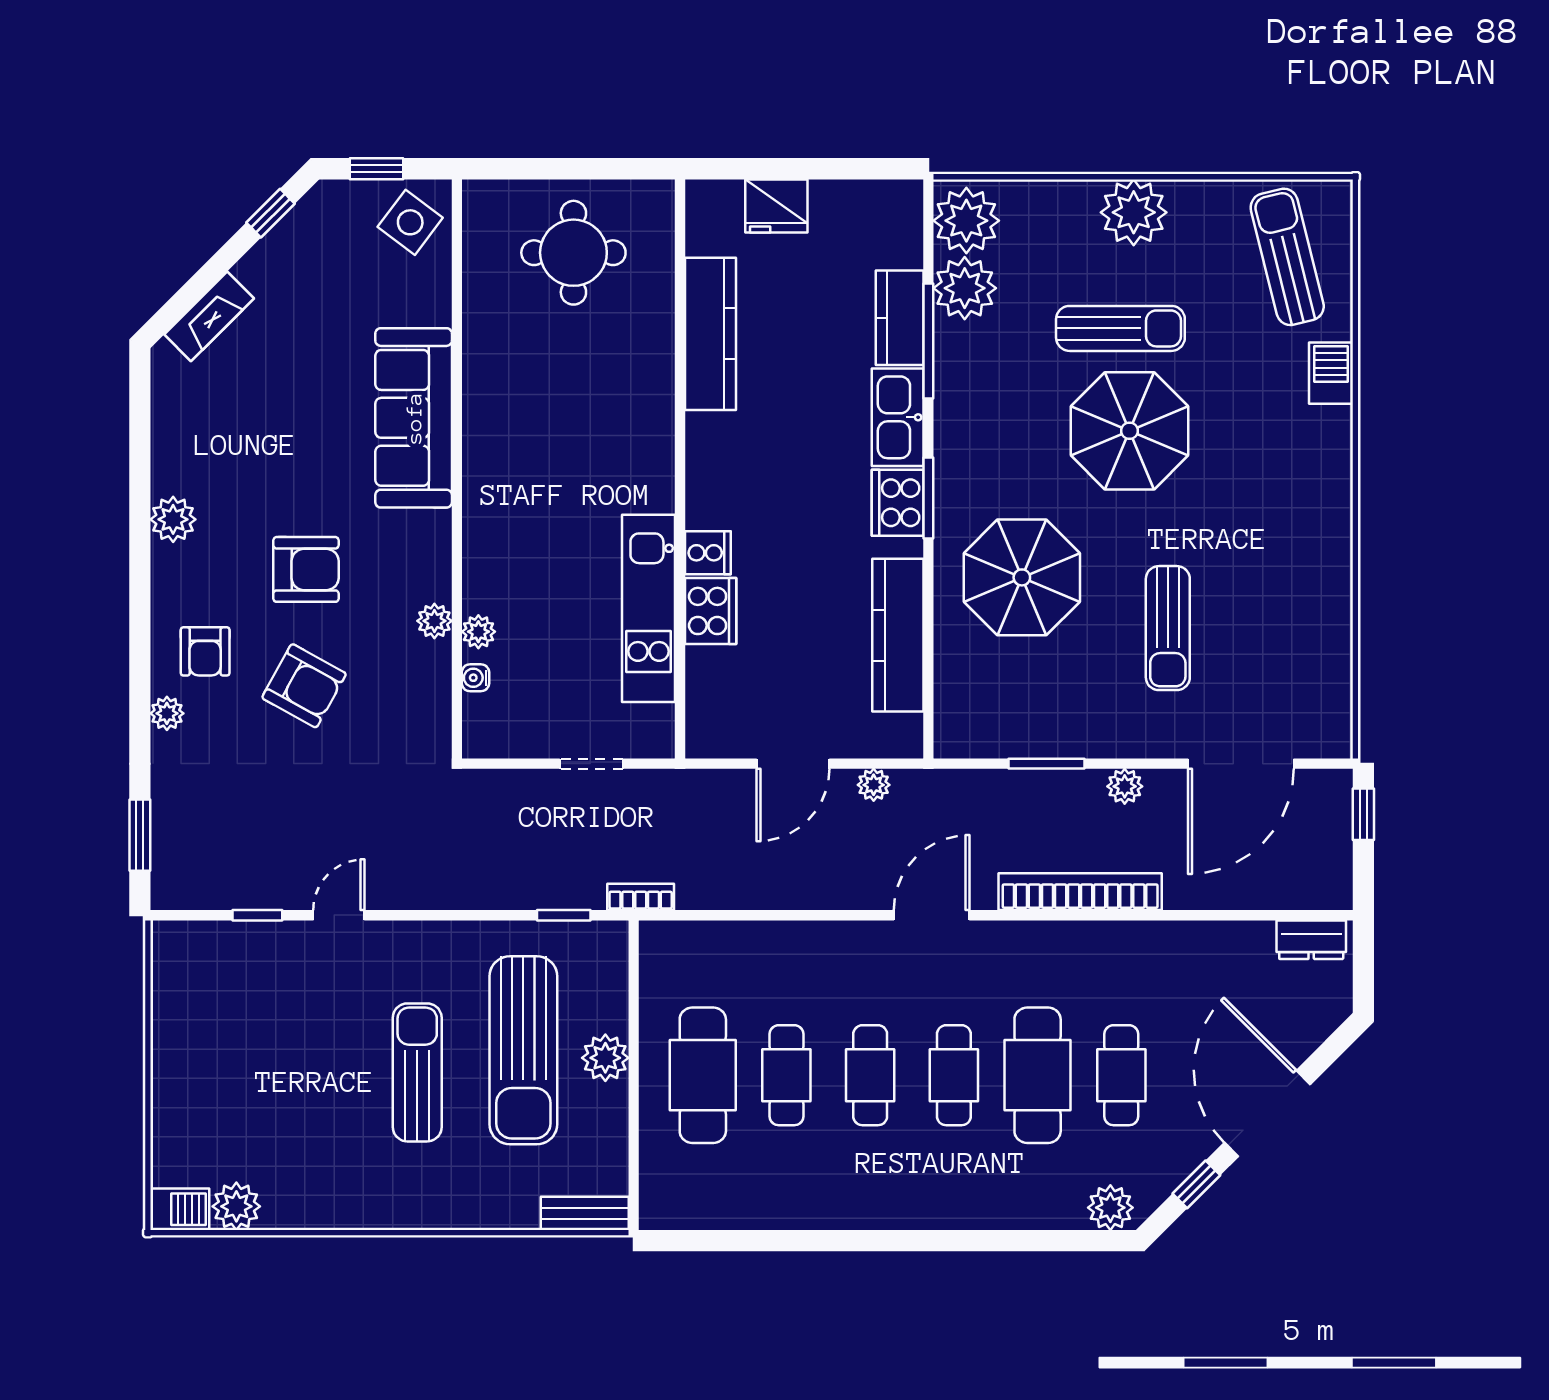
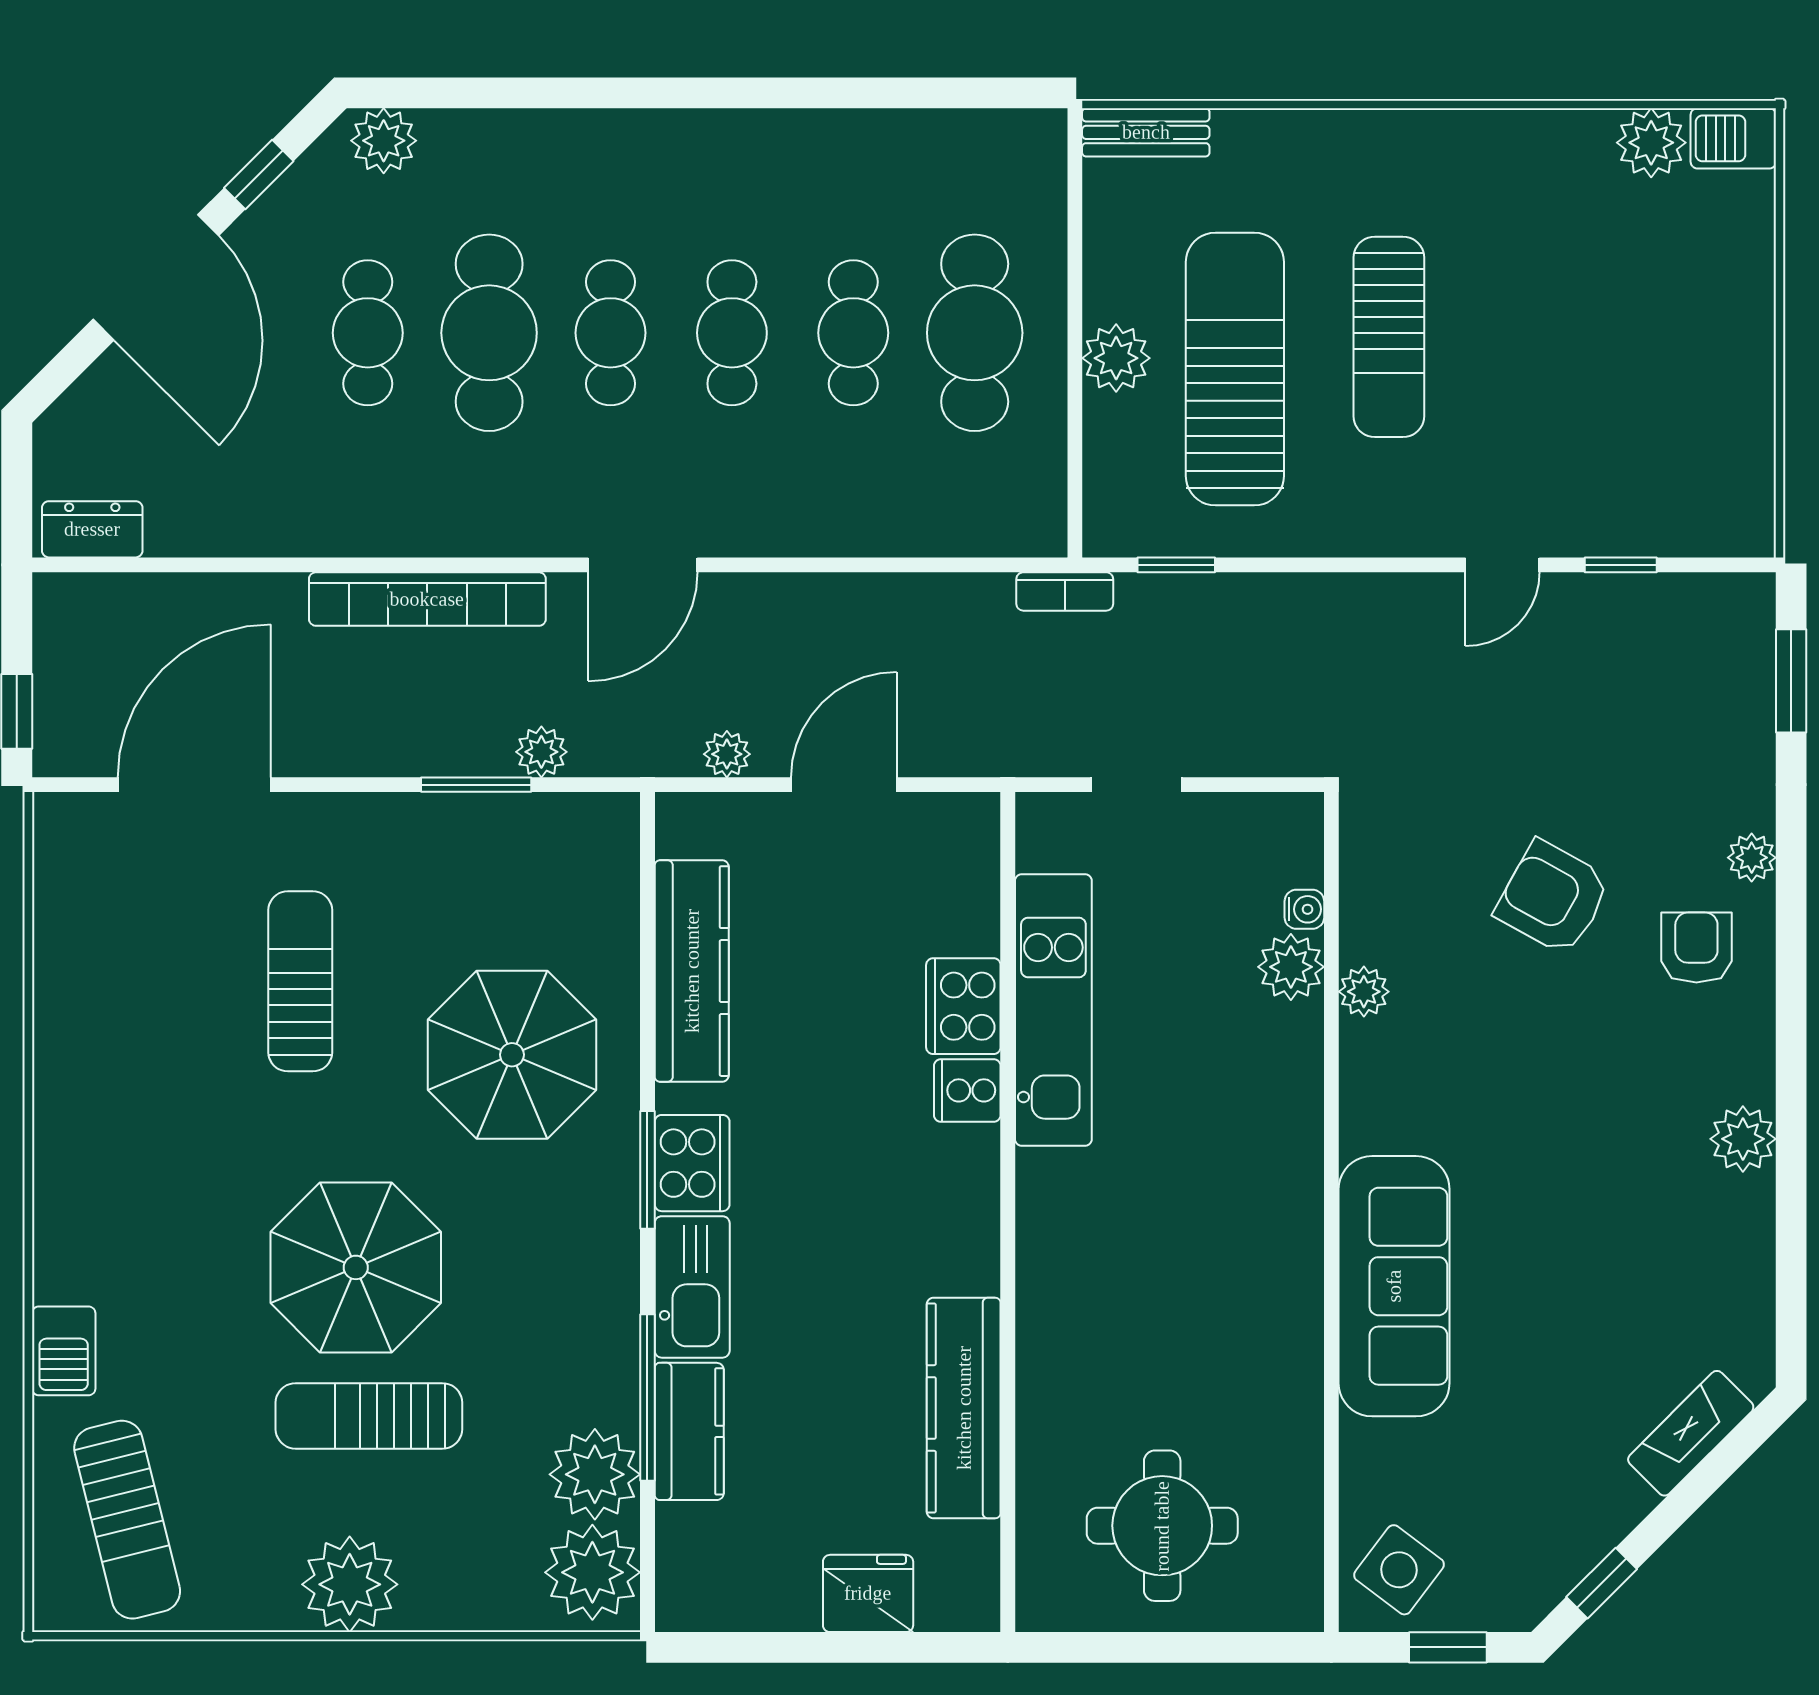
armchair: (306, 569) -> (1550, 1066), removed
plant: (478, 632) -> (1291, 967), width x1.38, depth x1.38
plant: (1125, 786) -> (541, 752), moved

